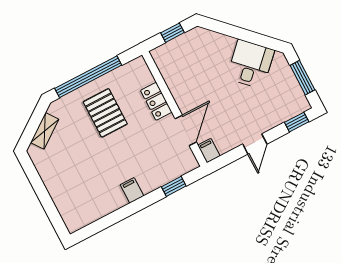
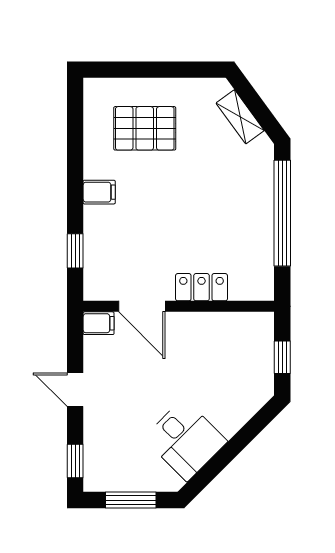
pallet: (105, 113) -> (145, 128), moved

